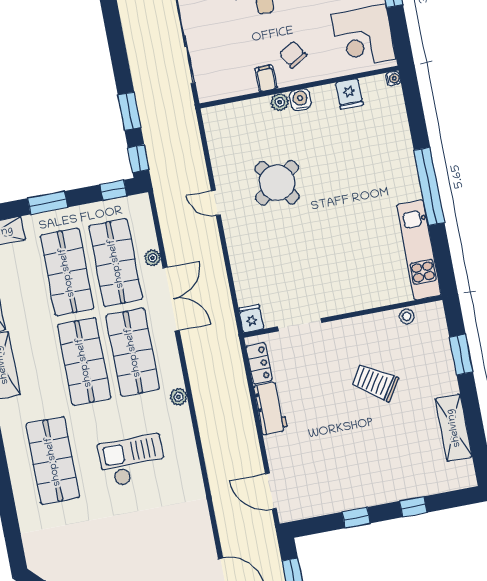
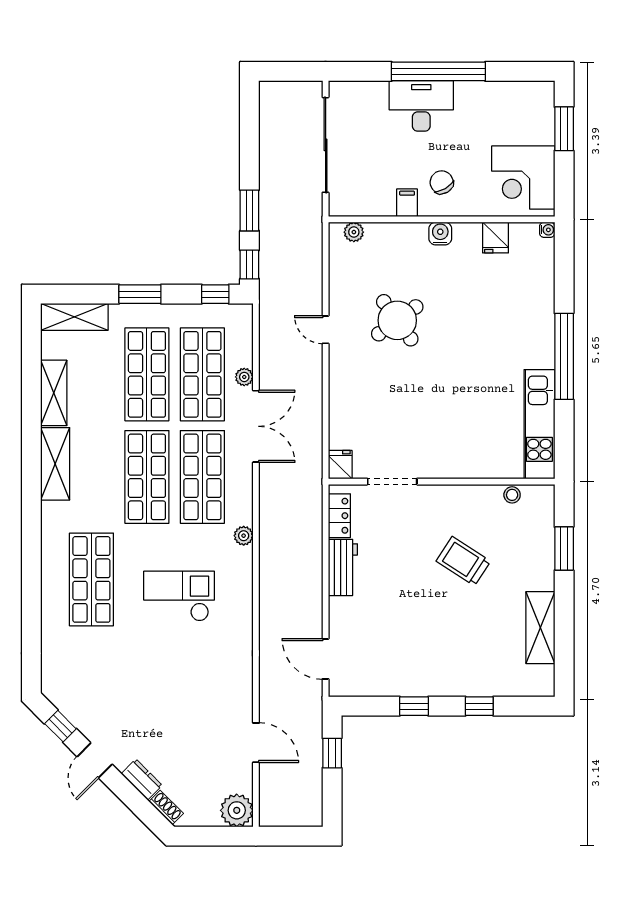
plant: (280, 102) -> (354, 232), moved

